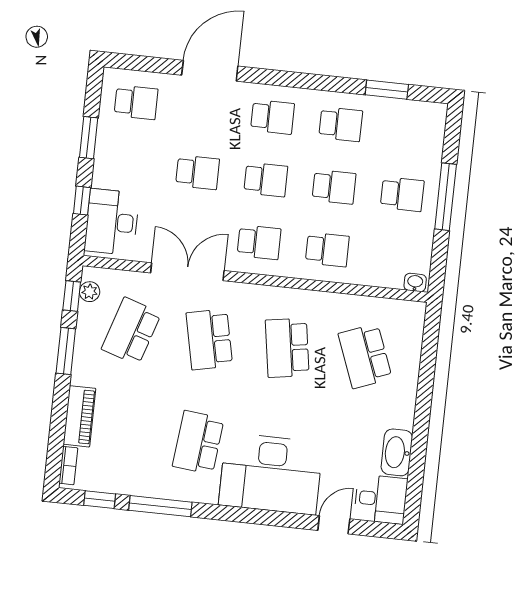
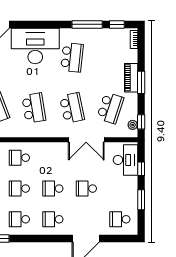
school desk: (259, 242) -> (53, 158), removed
window: (66, 351) -> (141, 82), moved
piano: (79, 416) -> (131, 78), moved

